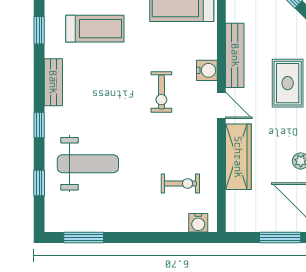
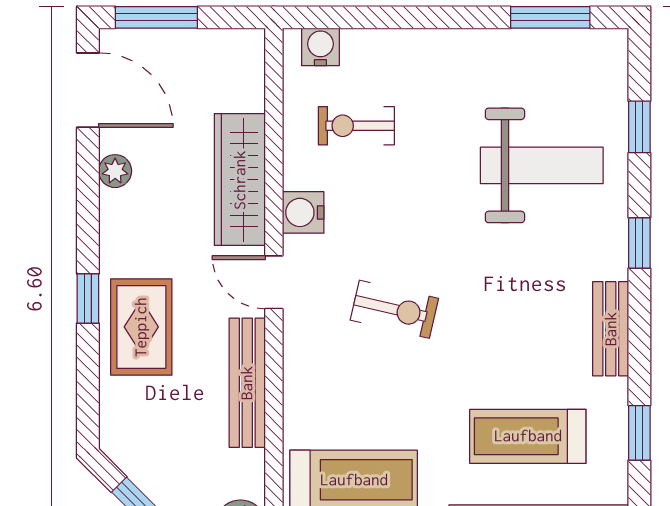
water cooler: (207, 70) -> (303, 212), moved
exercise bike: (161, 92) -> (394, 309), turned 103
weight bench: (88, 164) -> (542, 165), turned 180

